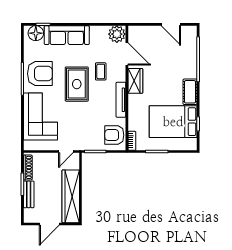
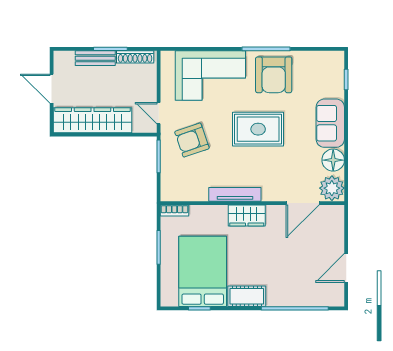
floor lamp: (36, 33) -> (333, 160), moved
sofa: (67, 35) -> (330, 123), width x0.73
coffee table: (101, 71) -> (277, 165), removed
wardrobe: (135, 81) -> (247, 216), moved
armchair: (114, 135) -> (192, 140), moved, turned -109

